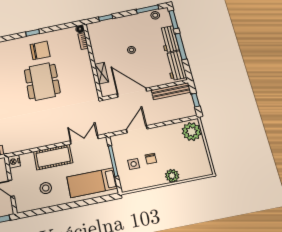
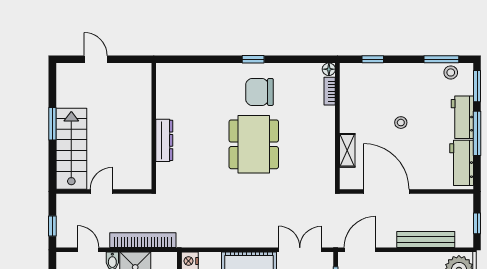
chair: (40, 50) -> (260, 92), turned 180
bench: (171, 91) -> (426, 239), moved
door: (137, 129) -> (360, 250), moved

